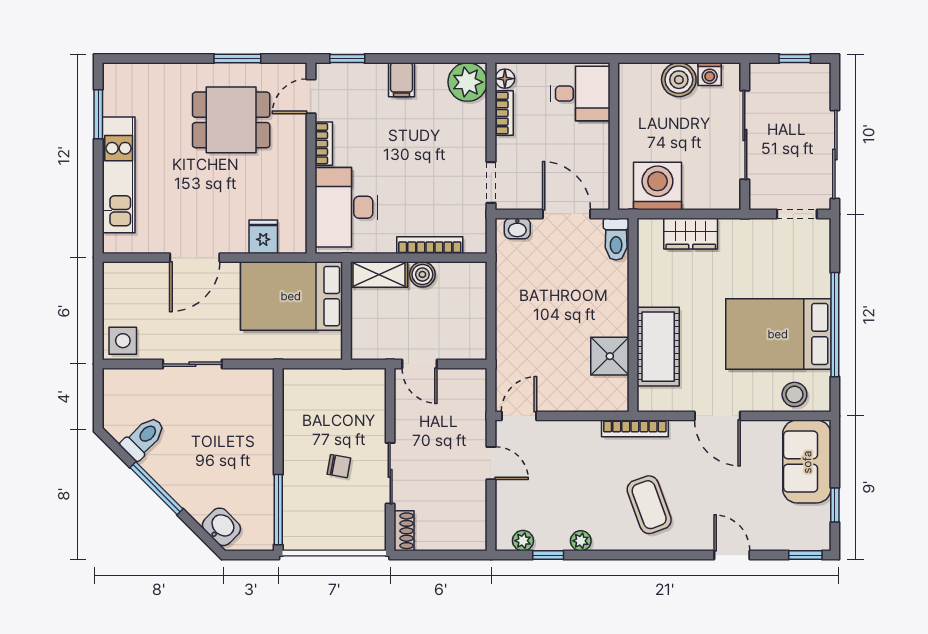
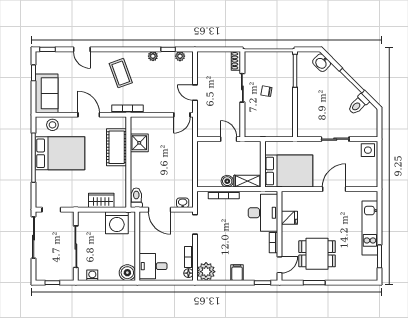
boiler: (679, 80) -> (127, 273), moved
fridge: (263, 237) -> (289, 218), moved, turned -90

